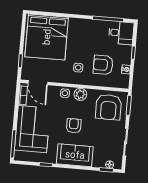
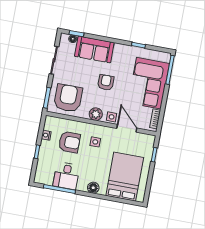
floor lamp: (76, 23) -> (93, 188), added
desk: (121, 33) -> (66, 176), moved, turned -90
bed: (47, 37) -> (125, 177), width x0.73
door: (38, 83) -> (127, 128), moved
armchair: (74, 126) -> (106, 82), turned 180
sofa: (75, 155) -> (94, 49), moved

